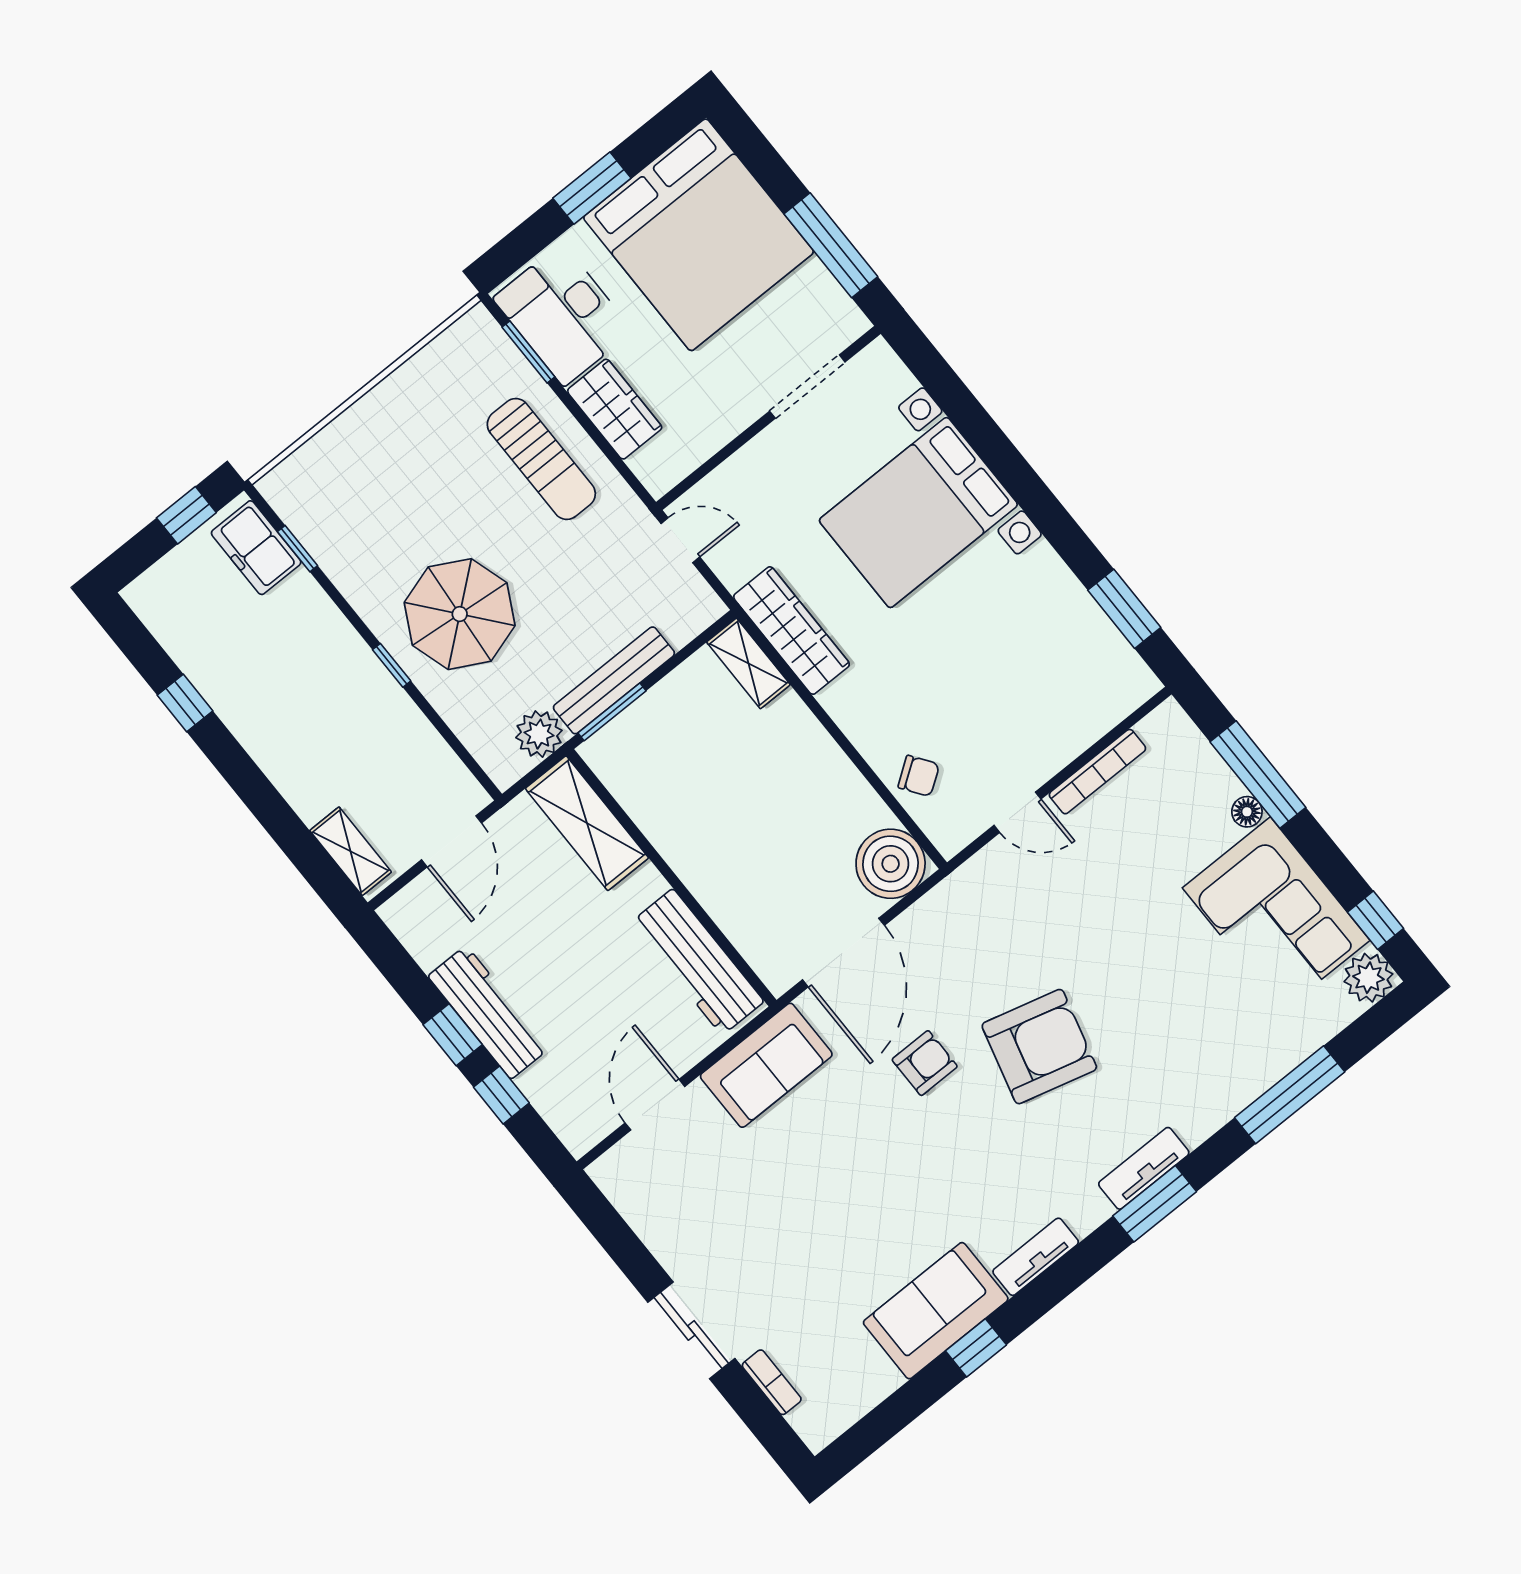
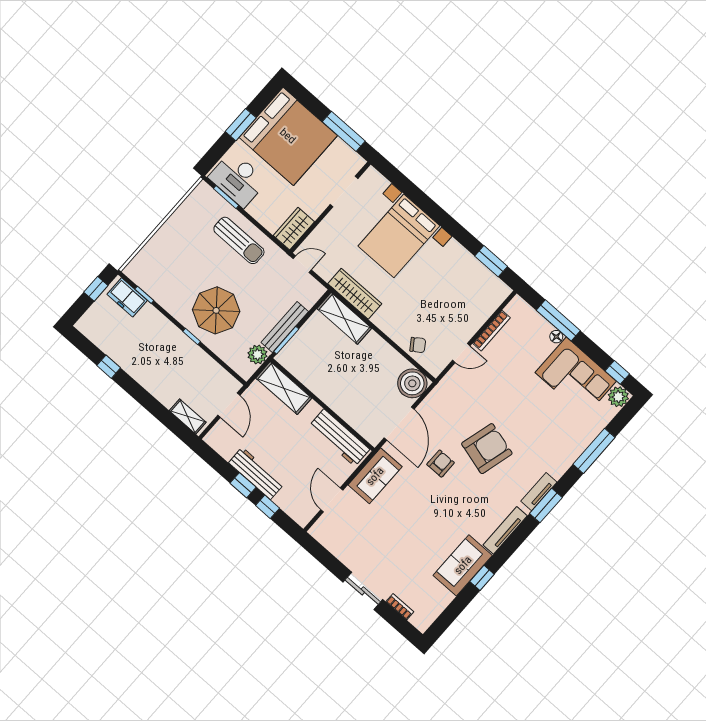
wardrobe: (615, 409) -> (294, 229), moved, turned -90
shelving: (748, 663) -> (344, 318), width x1.50, depth x1.33
tv unit: (1036, 1257) -> (505, 530), width x1.41

